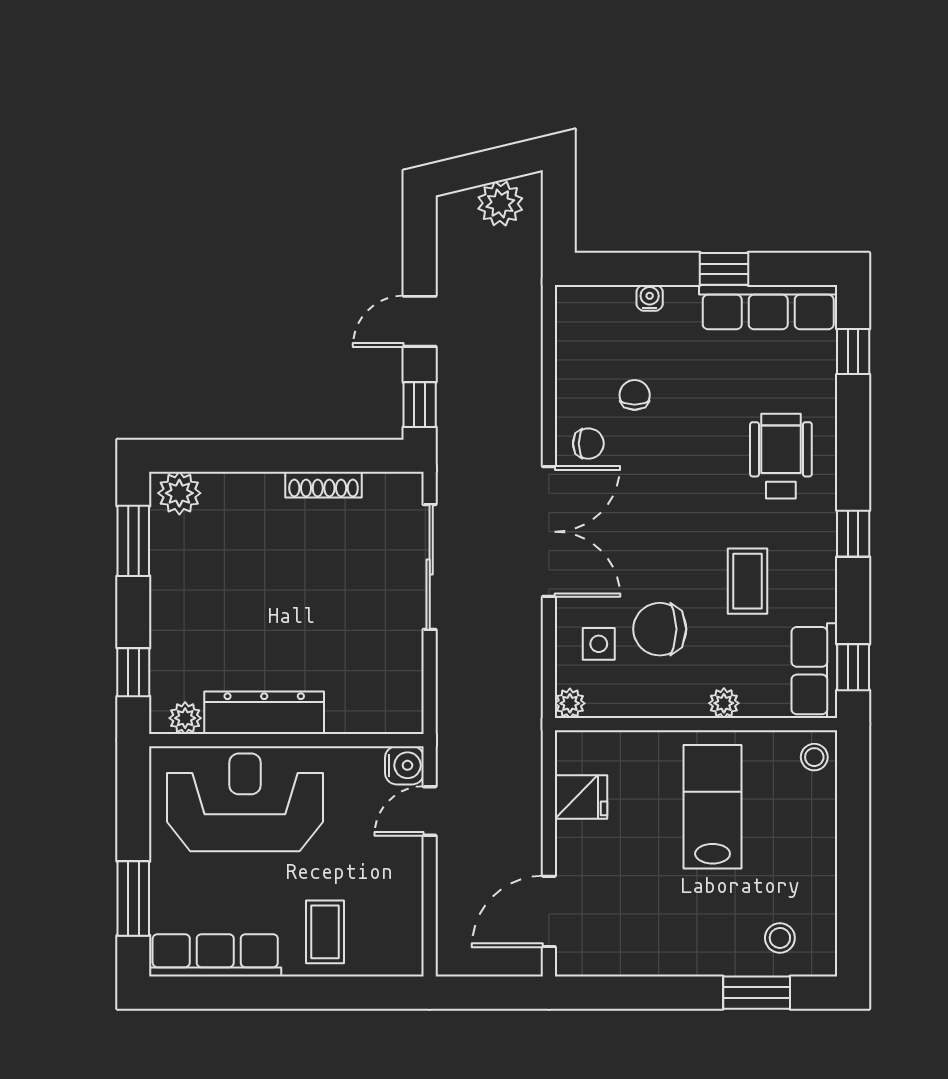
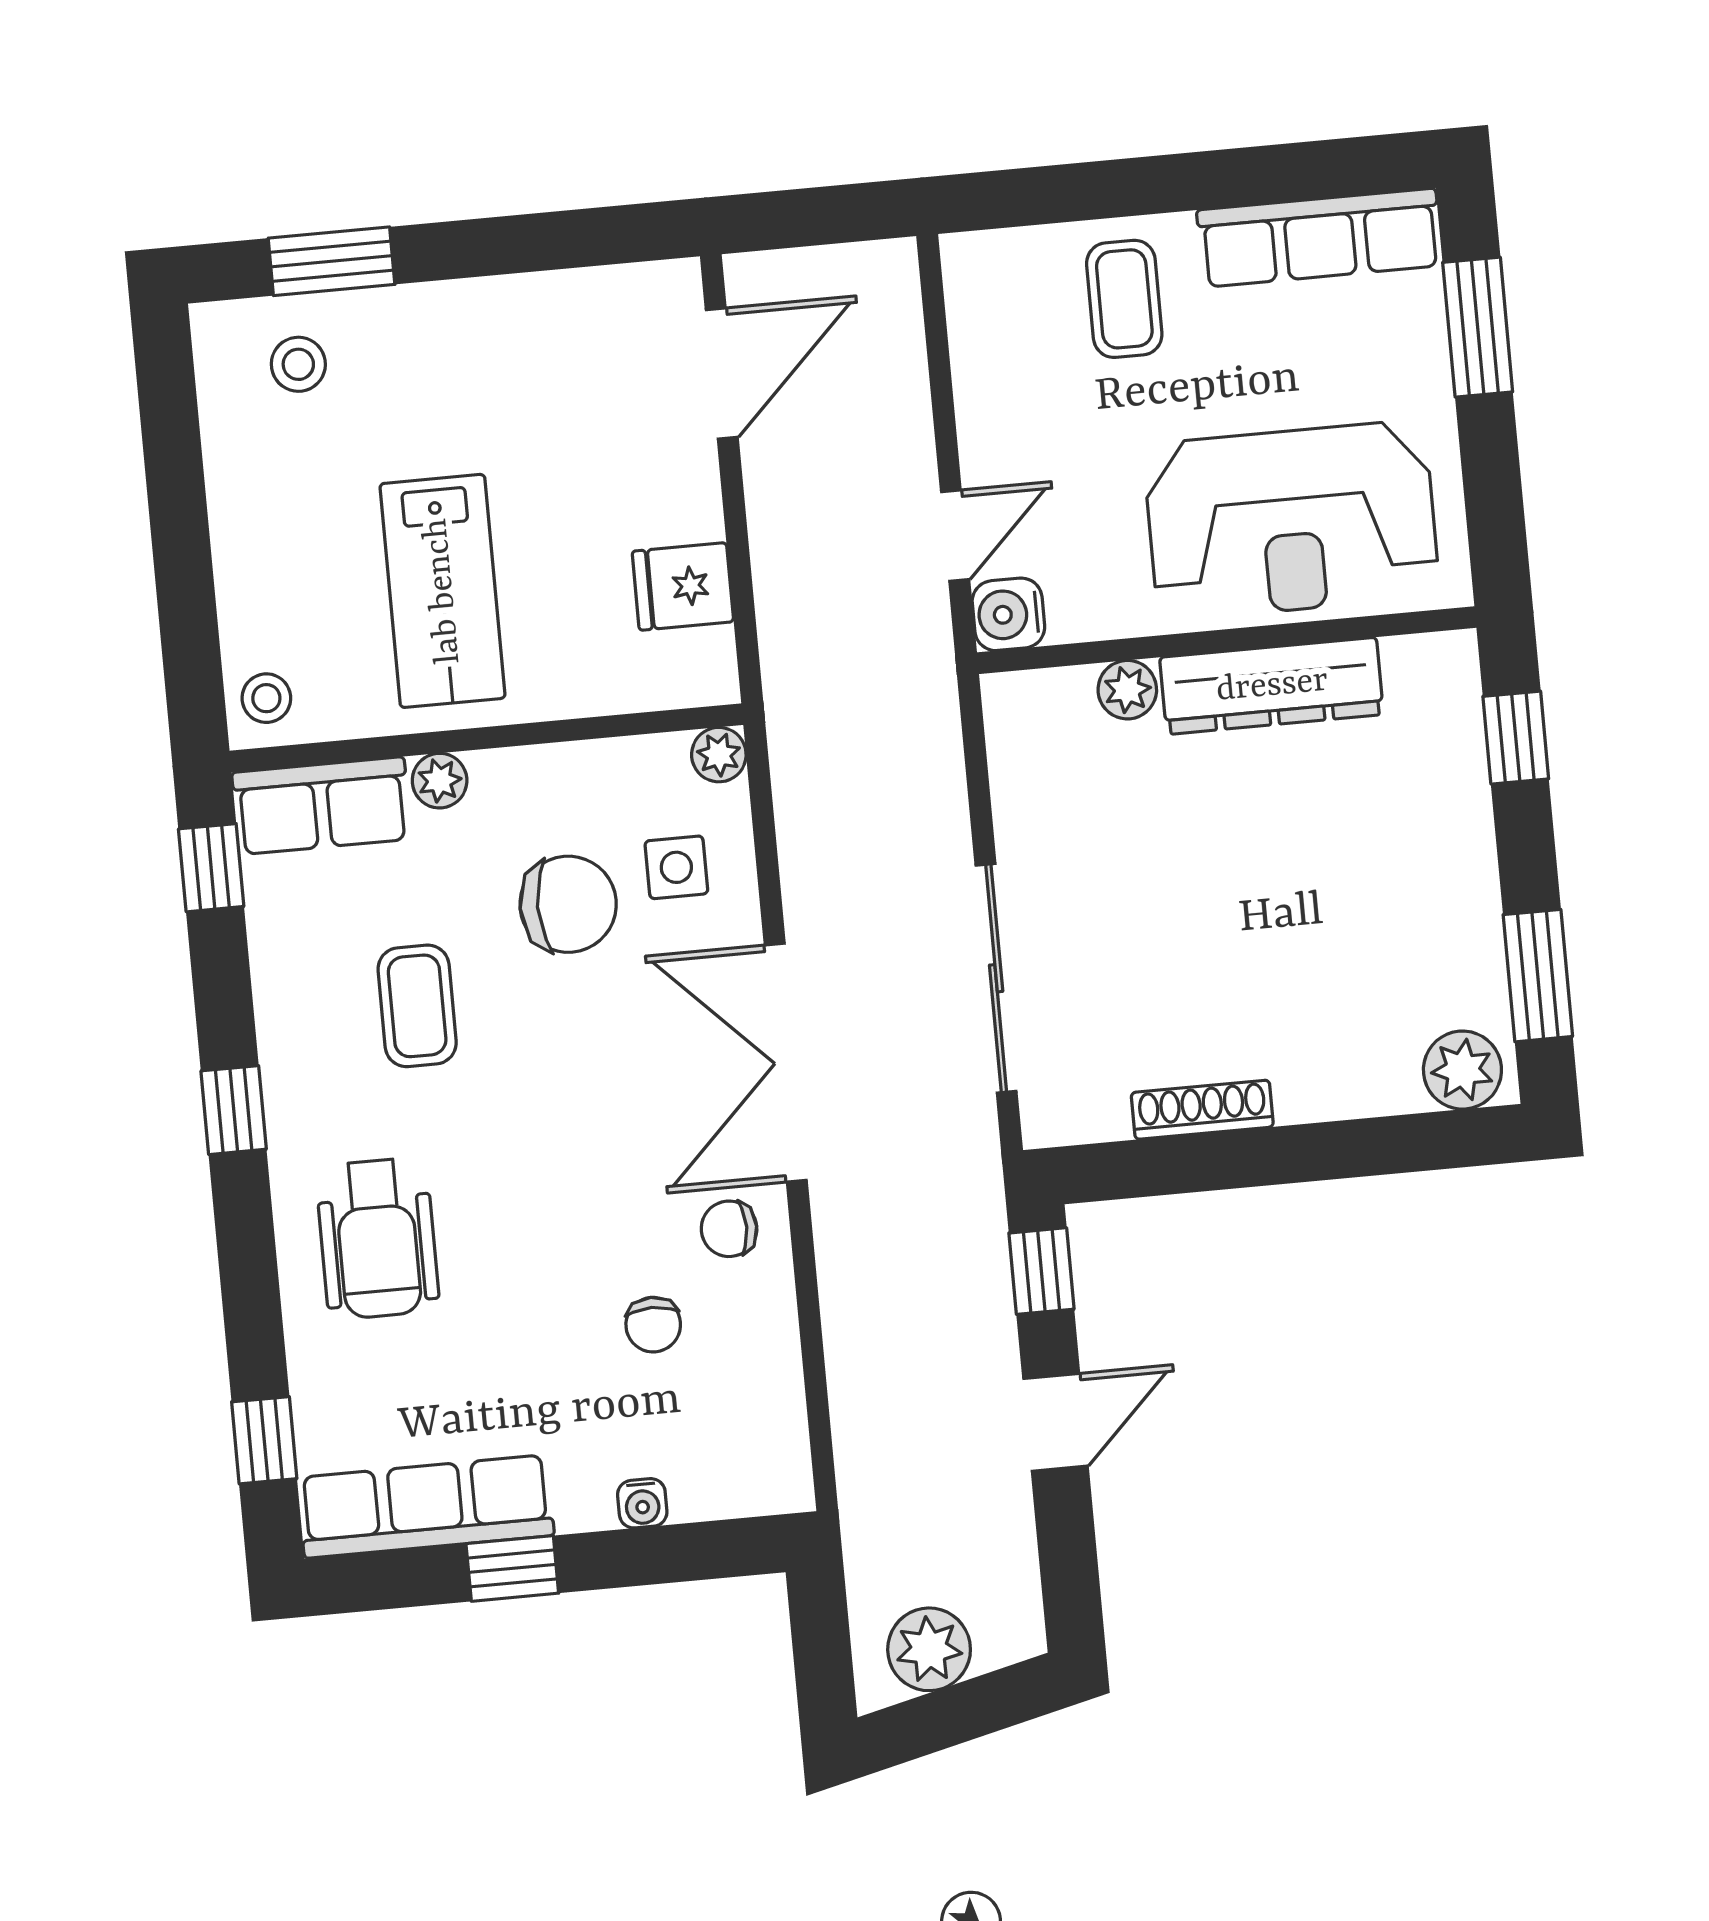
row of seats: (814, 671) -> (322, 806), moved, turned 90
plant: (185, 718) -> (1127, 690), moved

